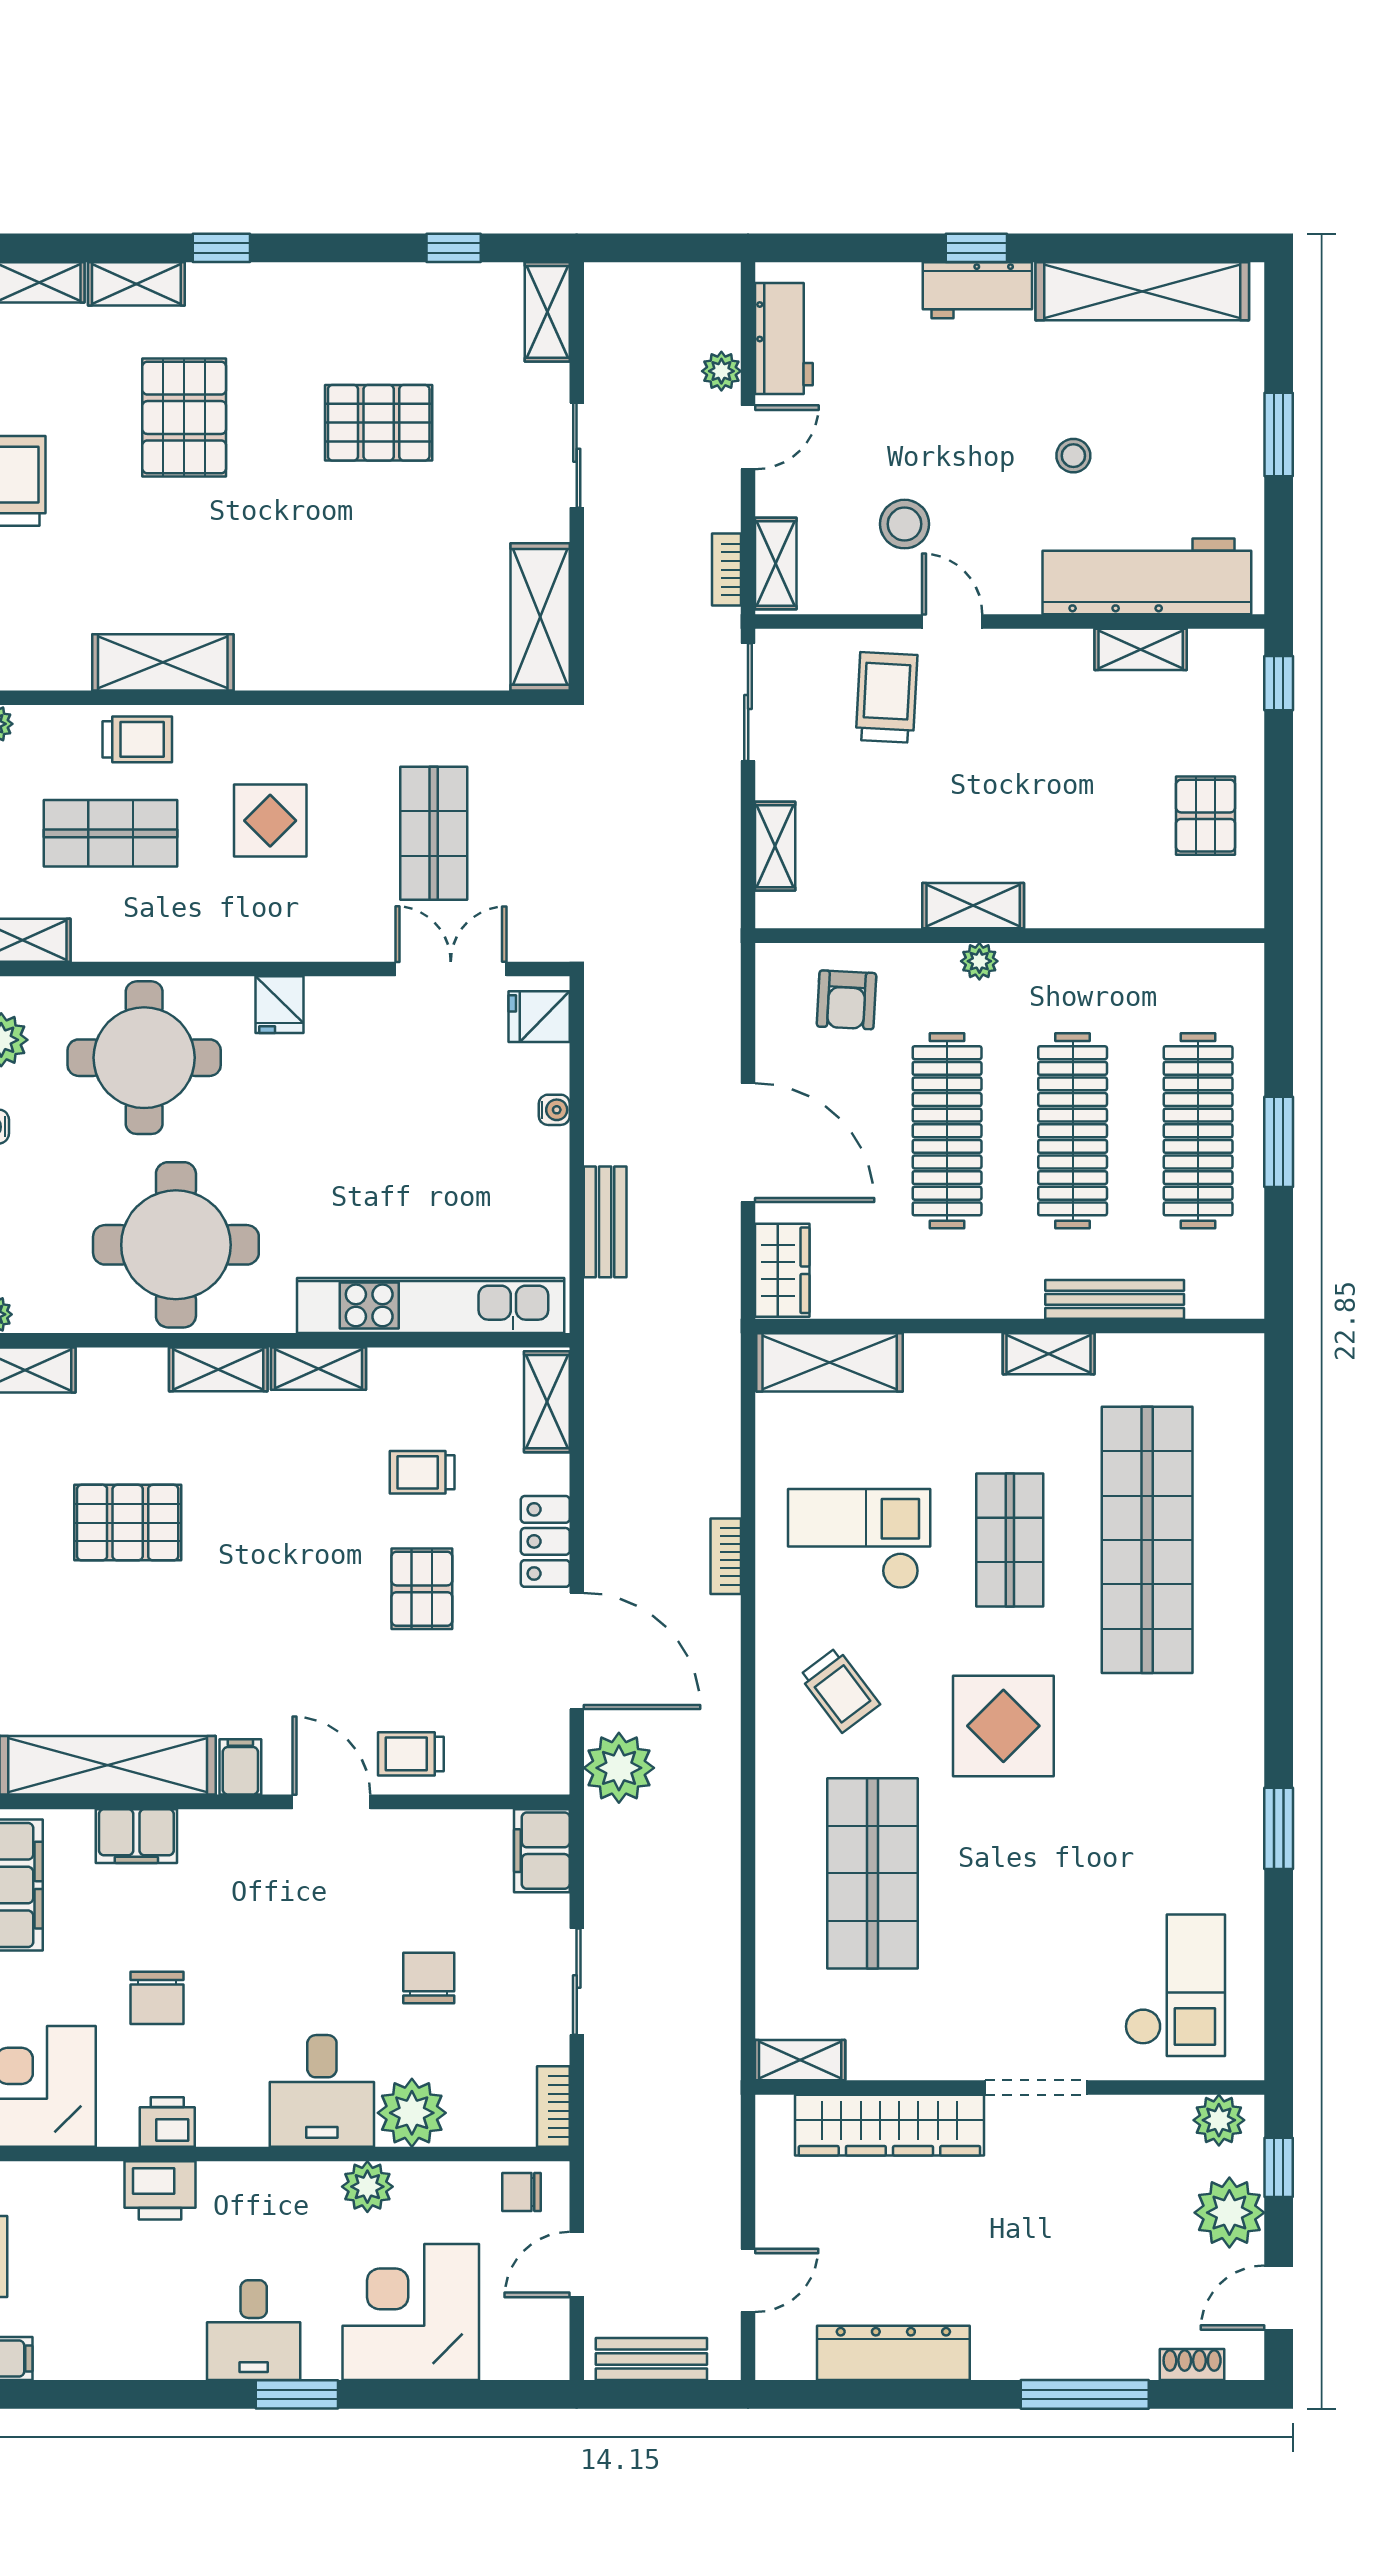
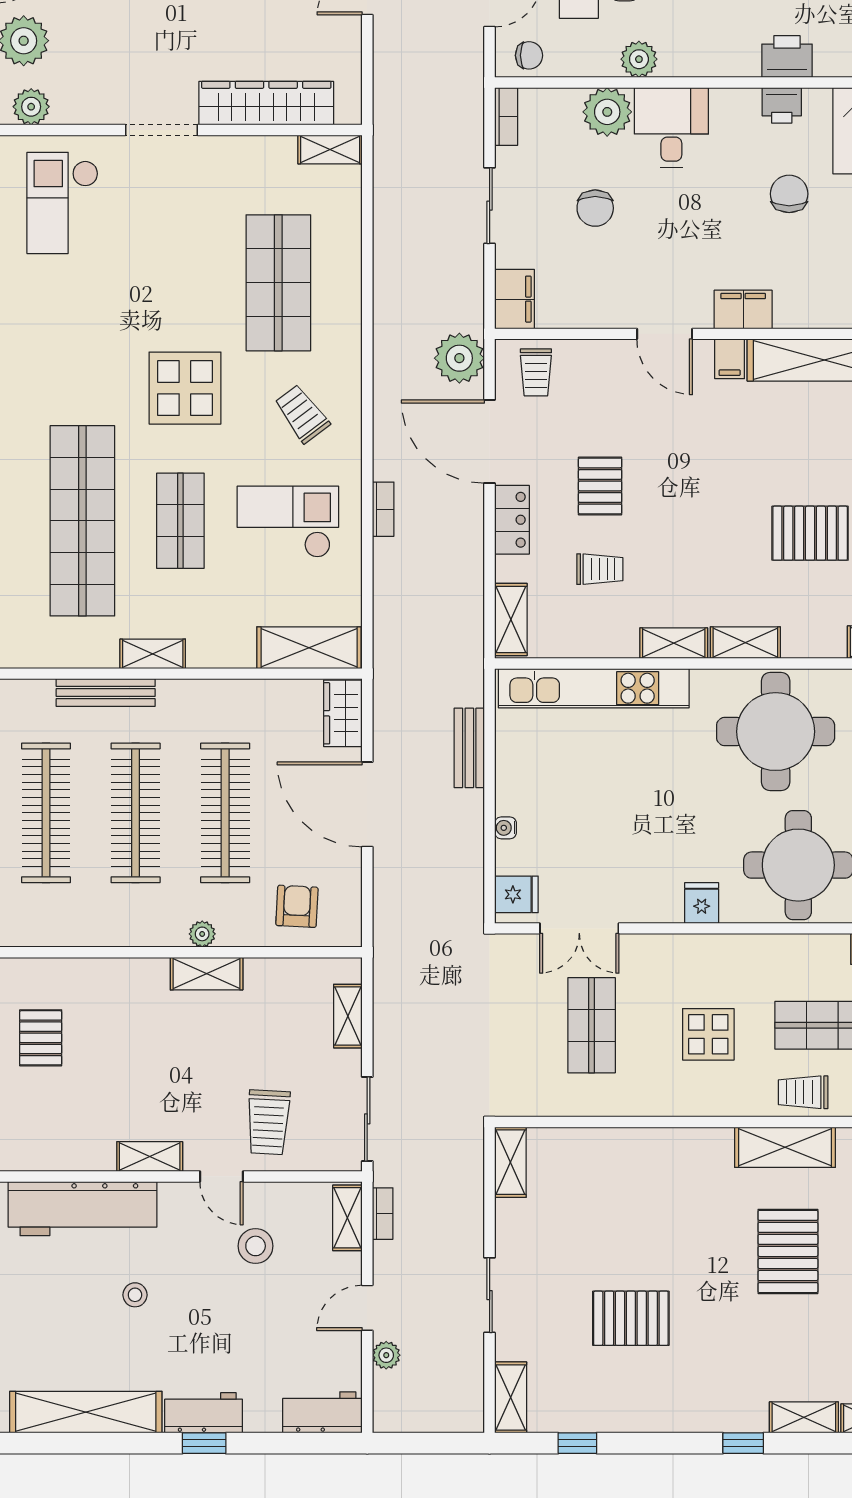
workbench: (784, 338) -> (322, 1412), moved, turned 90
pallet: (184, 418) -> (788, 1251), moved
shelving: (540, 617) -> (510, 1162), width x0.67, depth x0.75
shelving: (1141, 649) -> (150, 1157), moved
checkout: (859, 1539) -> (288, 522), turned 180
trolley: (411, 1754) -> (536, 372), moved, turned 90
filing cabinet: (136, 1836) -> (743, 309), moved

